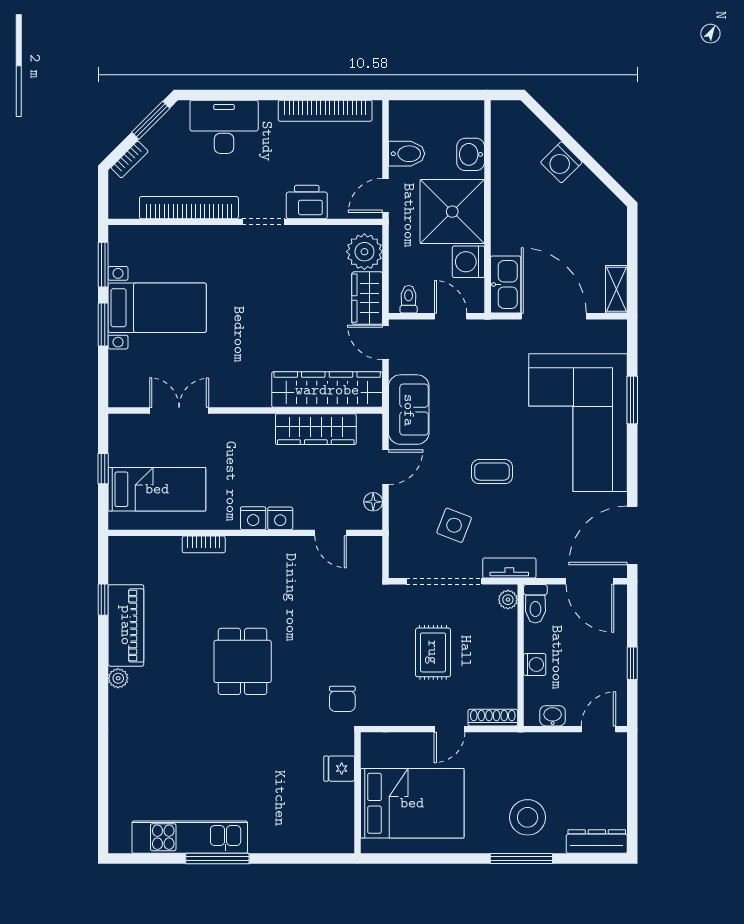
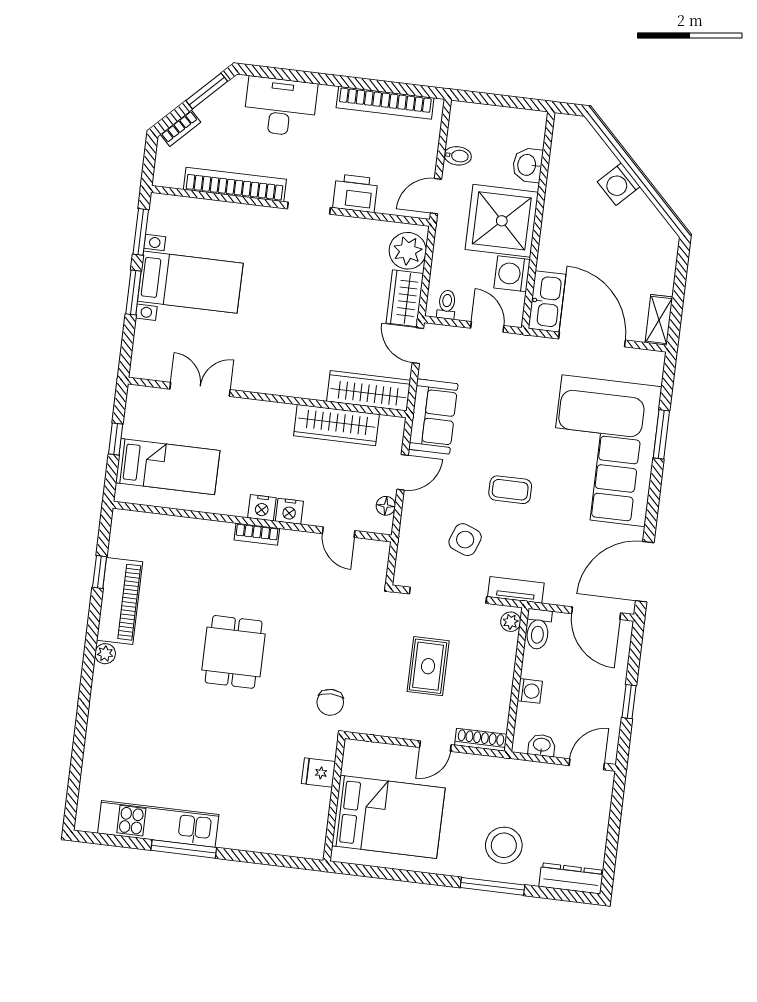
bidet: (407, 154) -> (458, 156), width x0.72, depth x0.74
wardrobe: (327, 390) -> (369, 391), width x0.71, depth x0.85
bookcase: (204, 544) -> (257, 534), moved

